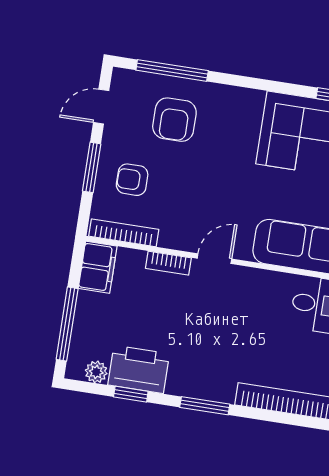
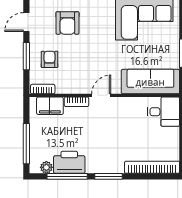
armchair: (132, 180) -> (50, 59), turned 90
bookcase: (124, 233) -> (43, 89), width x0.64
filing cabinet: (98, 267) -> (50, 106), moved, turned 90
window: (131, 394) -> (67, 176), width x2.17

